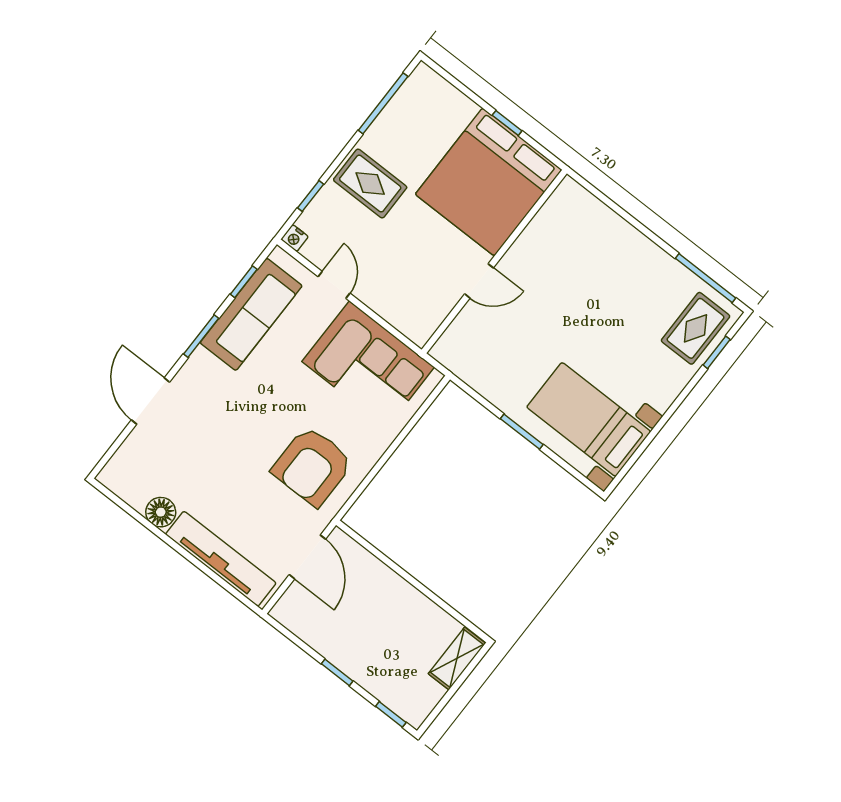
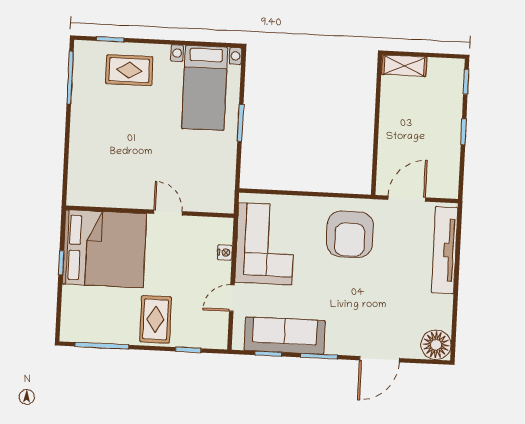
nightstand: (295, 238) -> (225, 252), moved
rug: (696, 328) -> (129, 70), moved
armchair: (312, 466) -> (350, 234), turned 90
floor lamp: (161, 512) -> (436, 345), moved, width x1.38, depth x1.38

